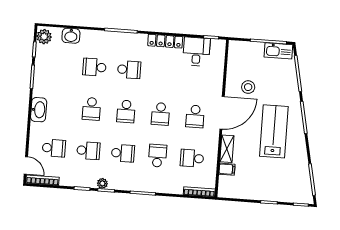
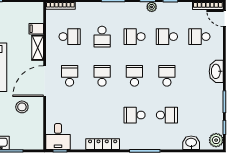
desk: (196, 52) -> (58, 137), moved

